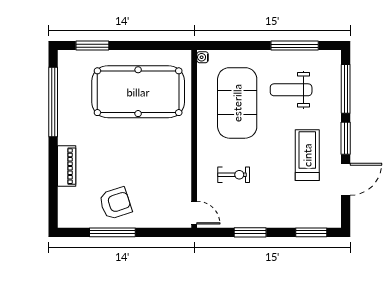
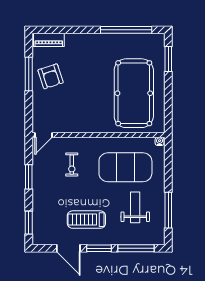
treadmill: (307, 155) -> (86, 220), turned 180
piano: (67, 166) -> (49, 40), moved

